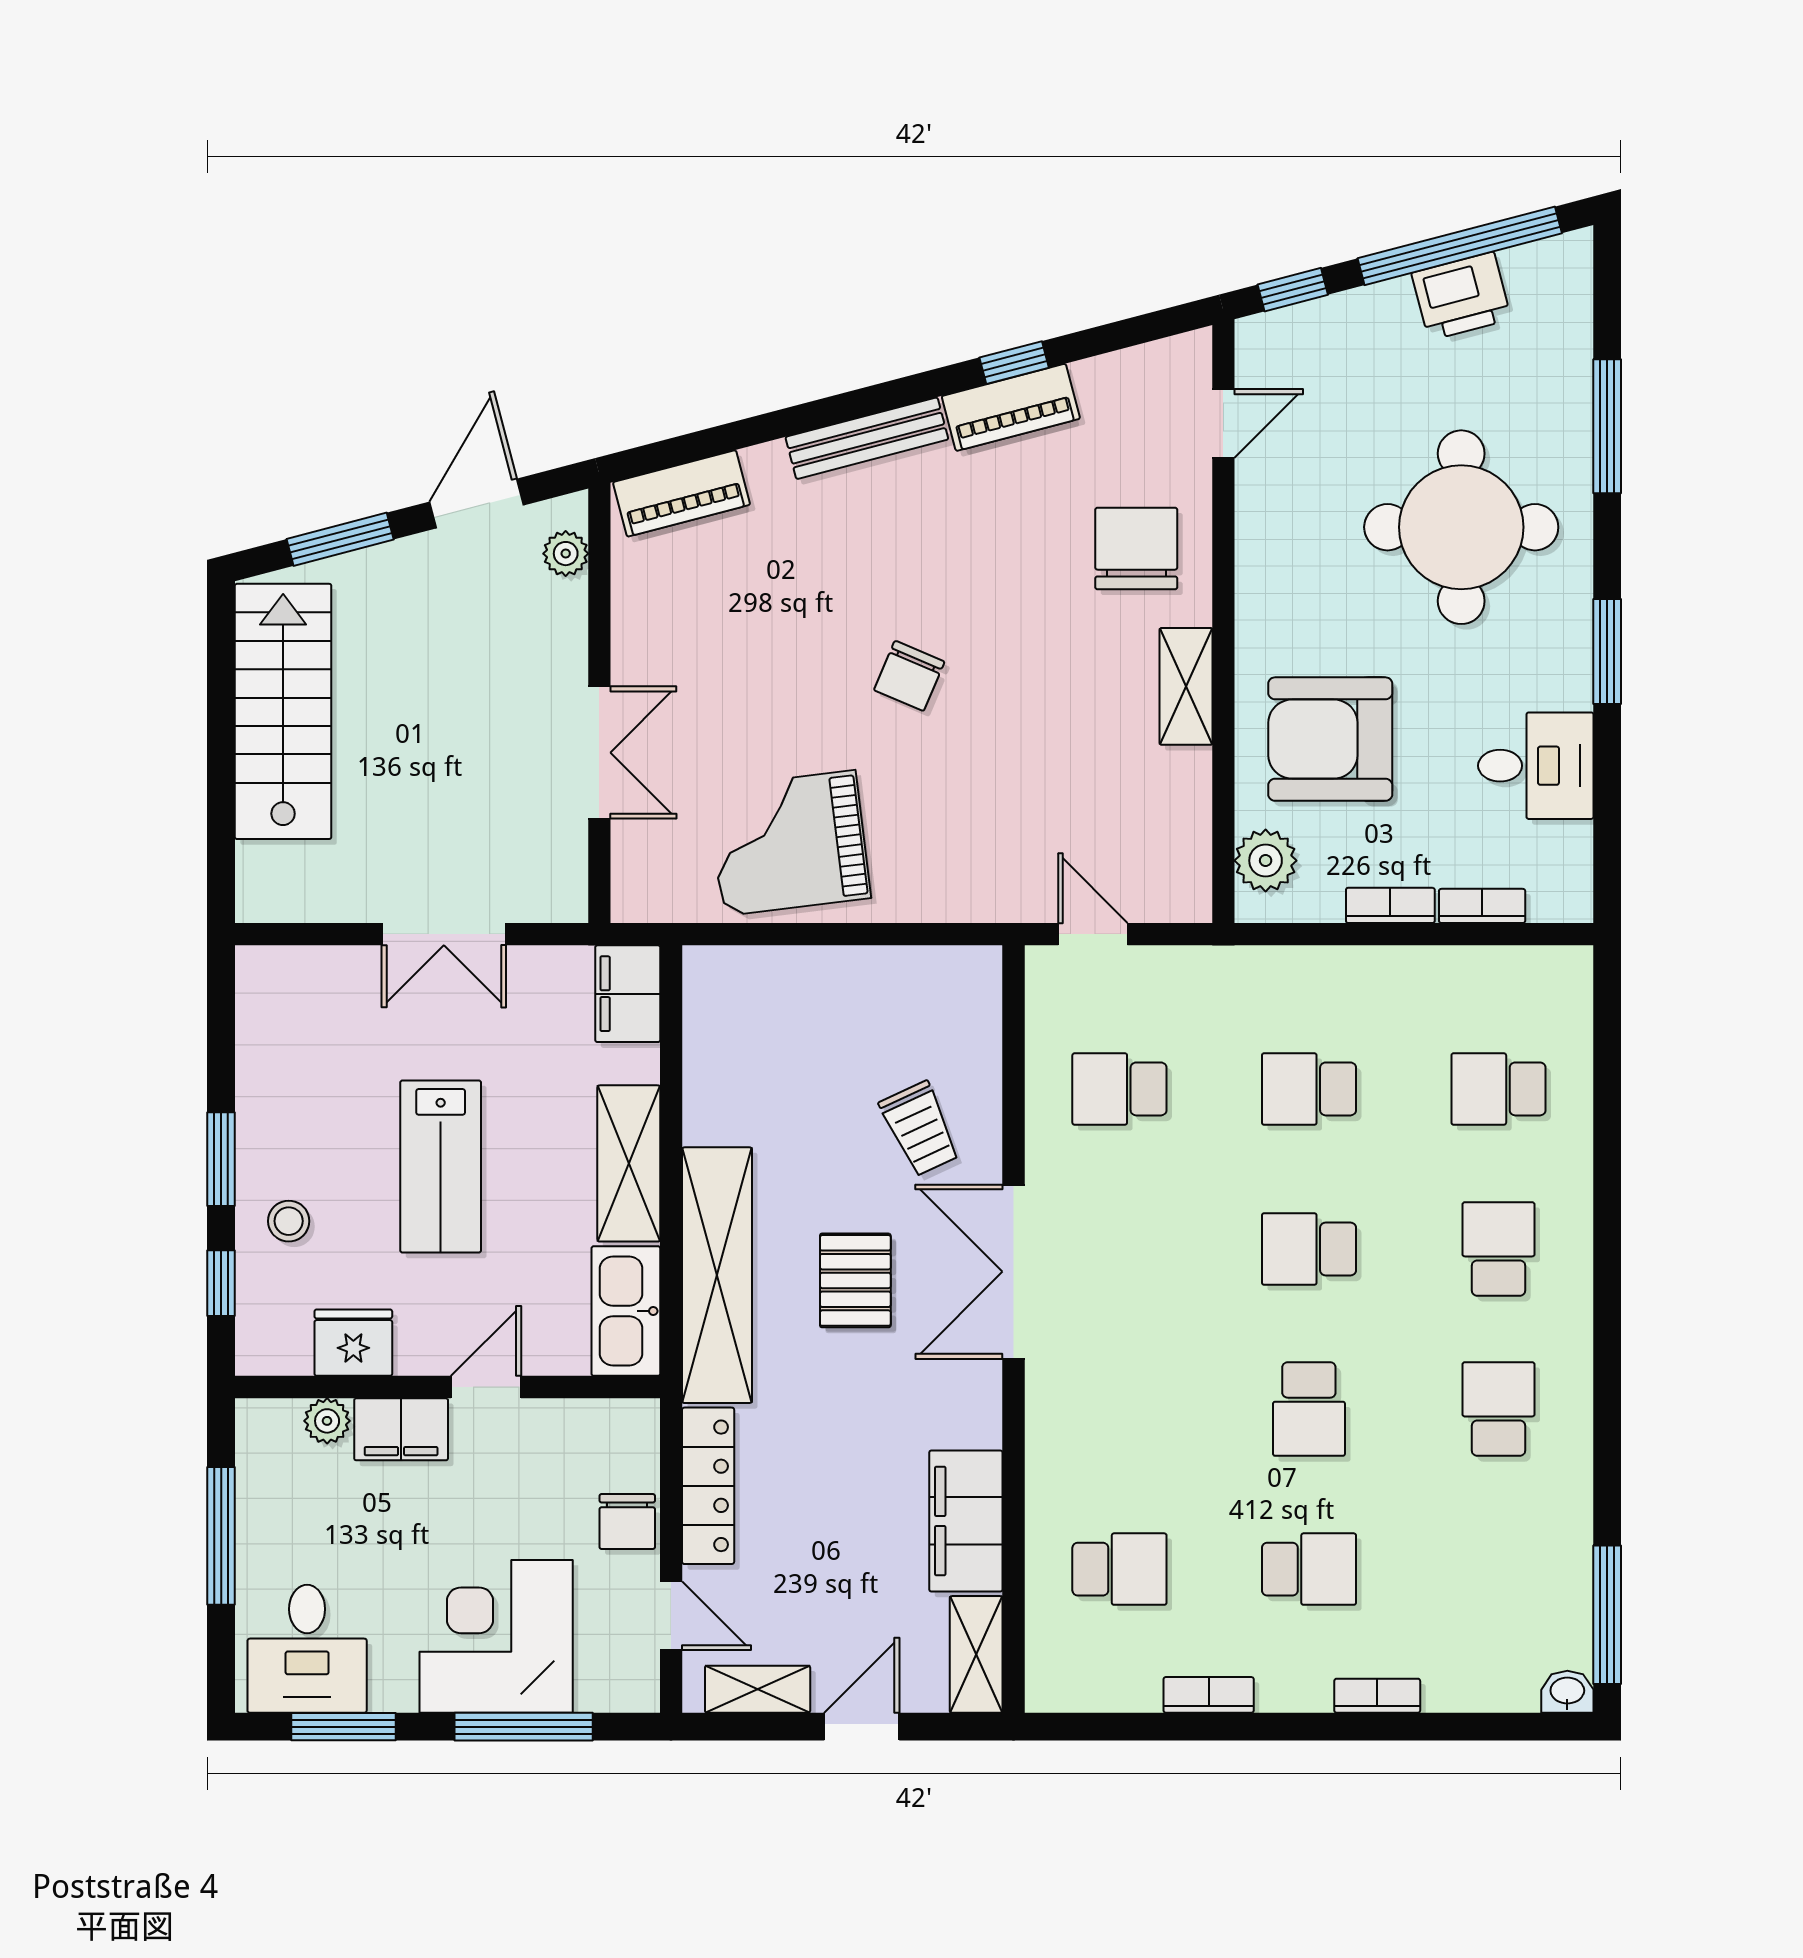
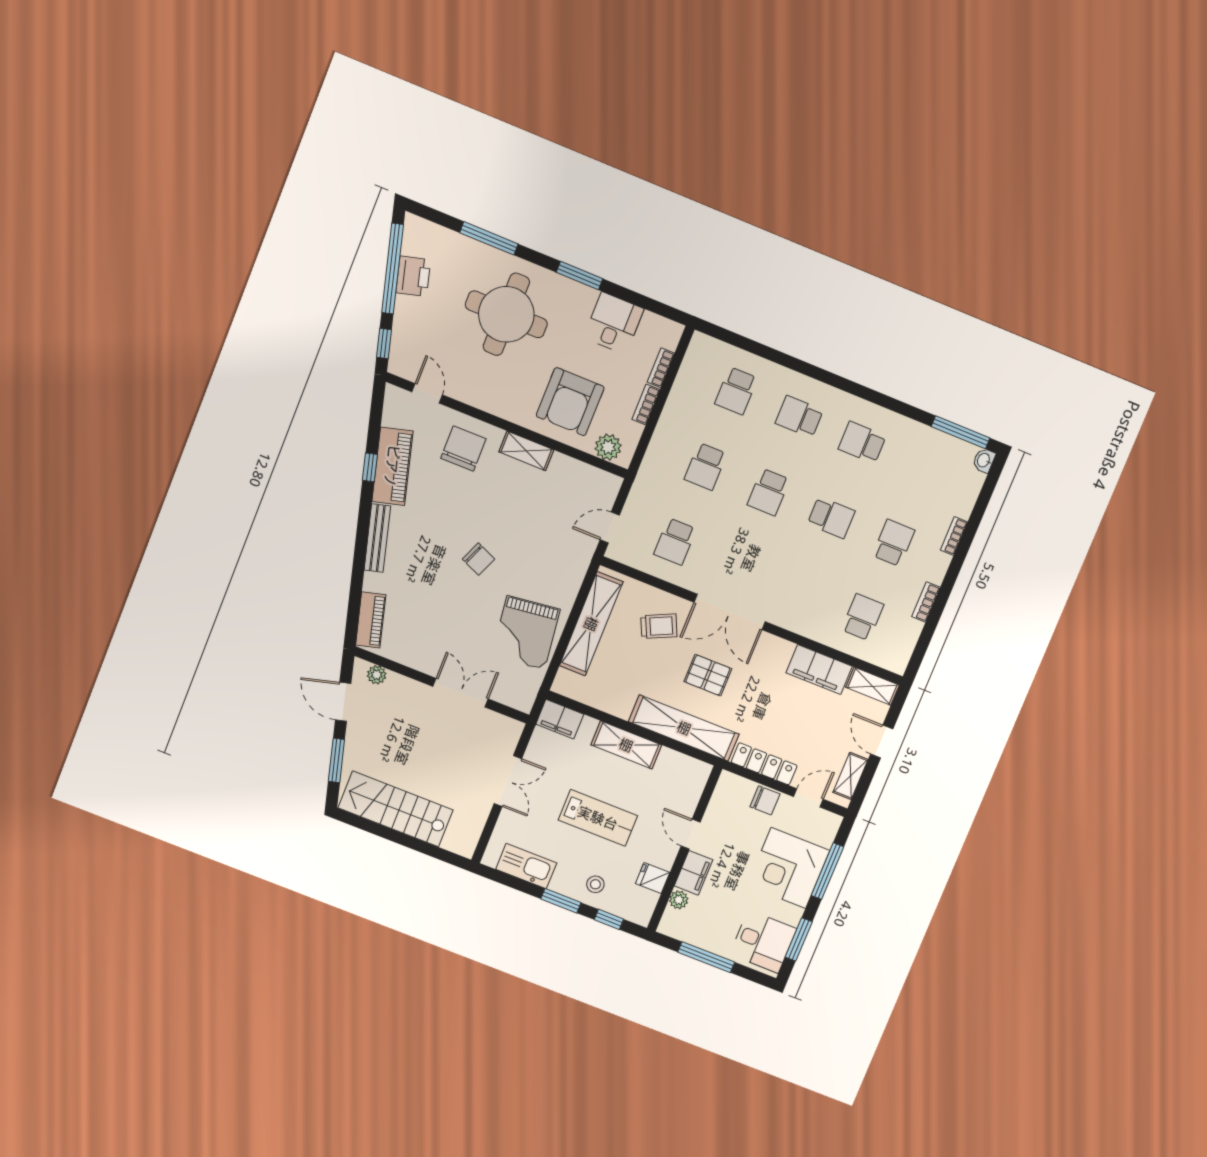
piano: (1011, 407) -> (392, 466), width x1.37, depth x1.33
chair: (1136, 548) -> (463, 449), turned 90
shelving: (866, 978) -> (591, 624), added
kitchen sink: (626, 1311) -> (526, 866), moved, turned 180
fridge: (353, 1343) -> (653, 878), width x0.72

